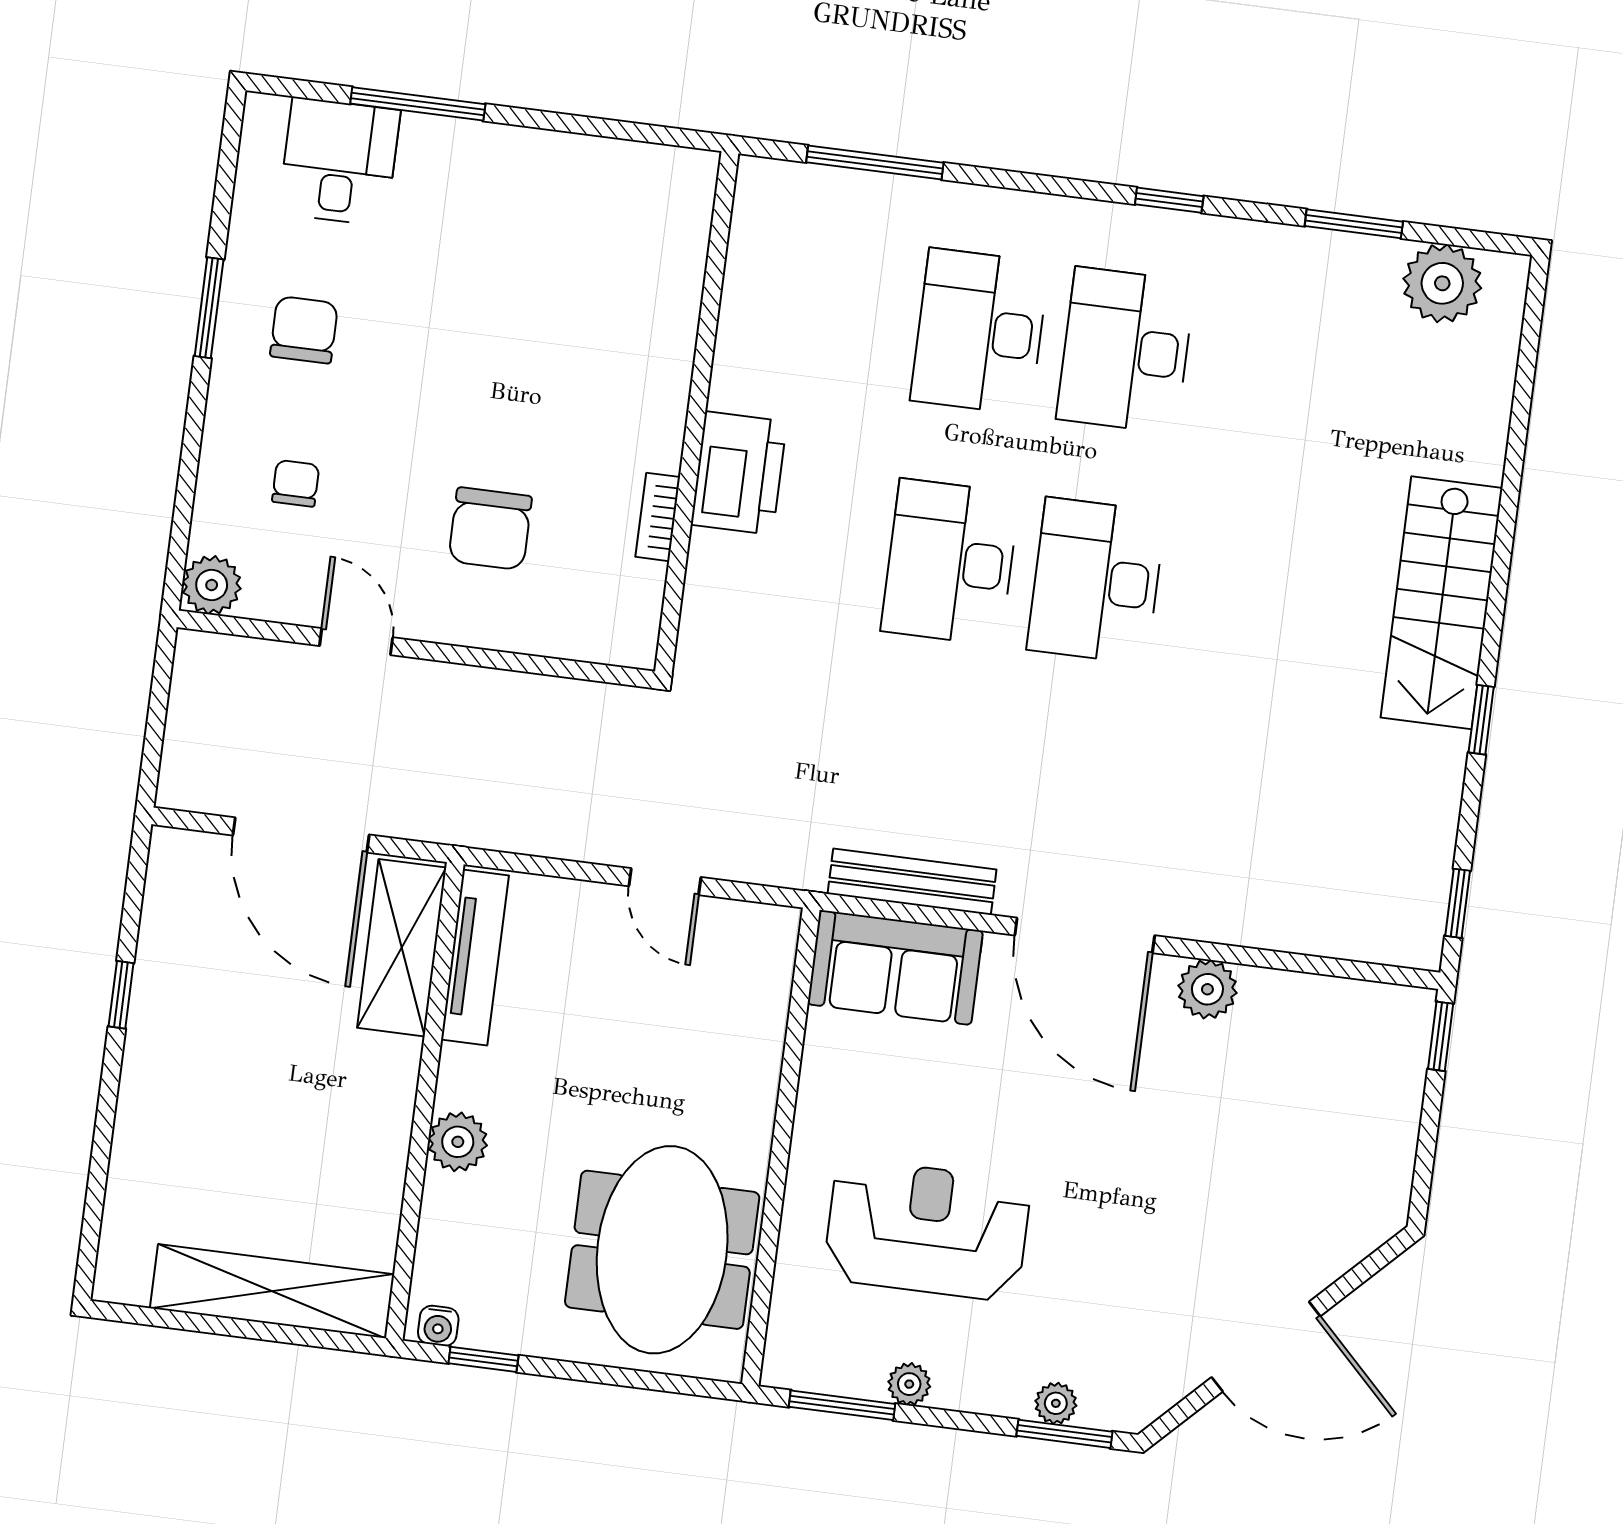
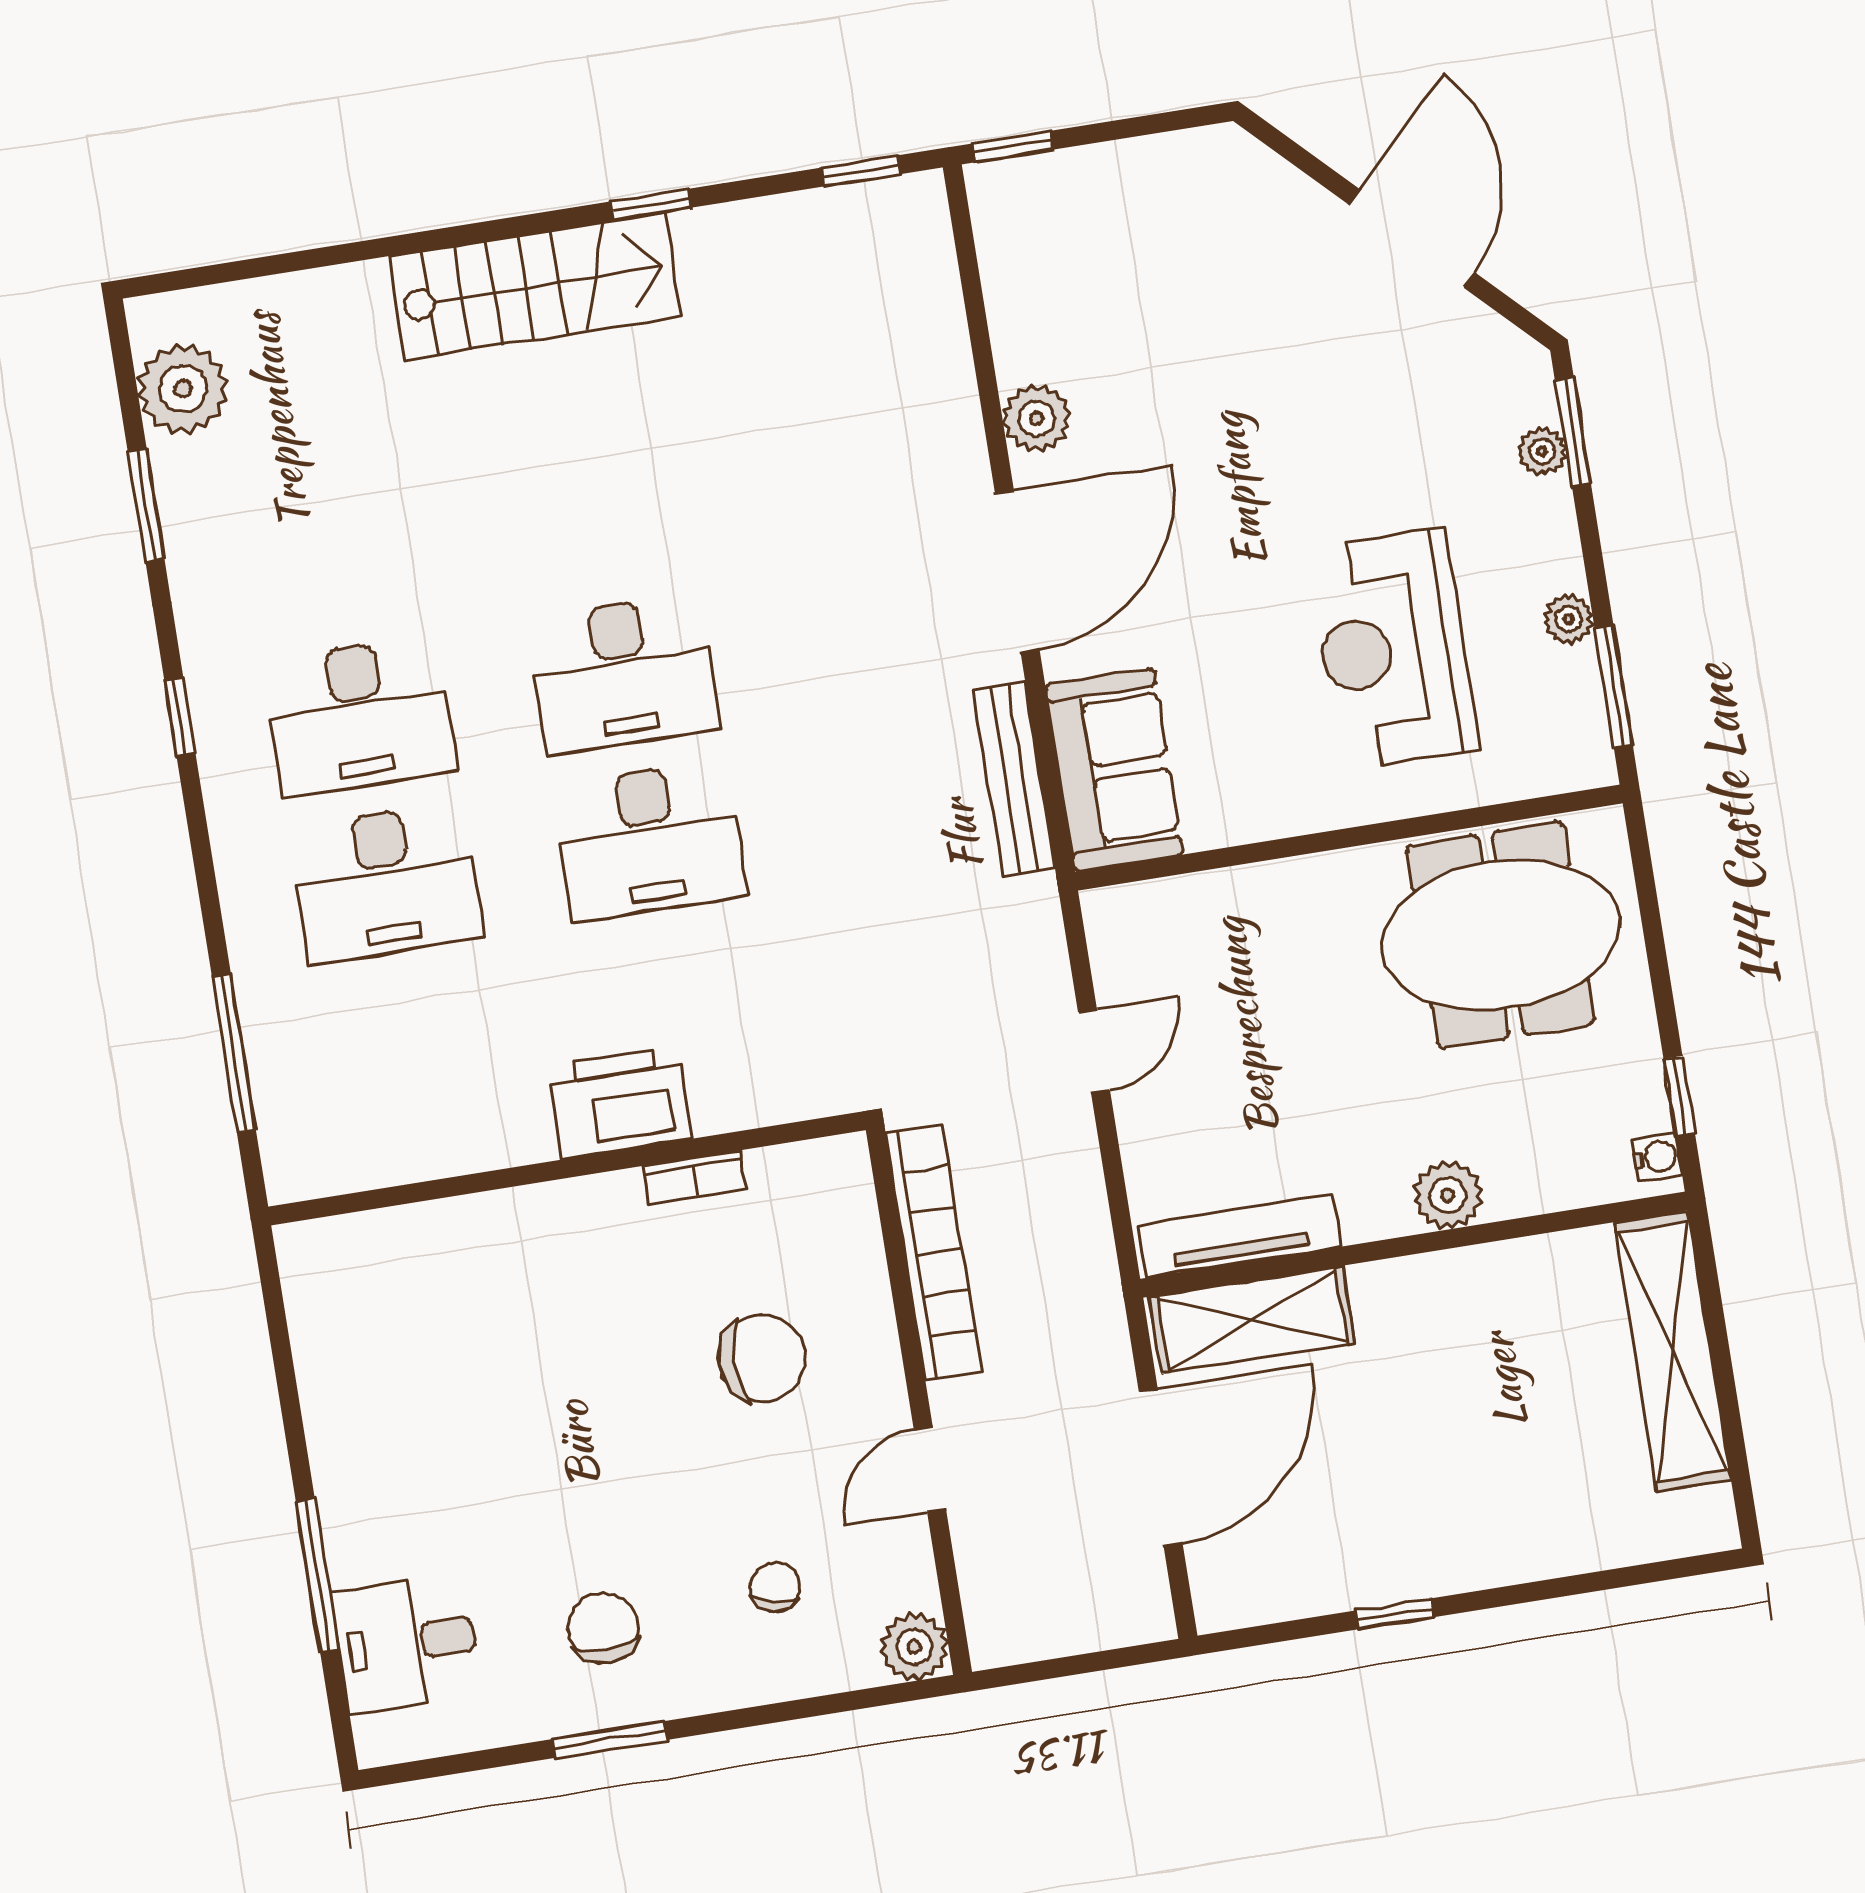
chair: (304, 330) -> (603, 1628), turned 90
chair: (296, 483) -> (775, 1587), turned 101
bookcase: (536, 698) -> (934, 1252), added

